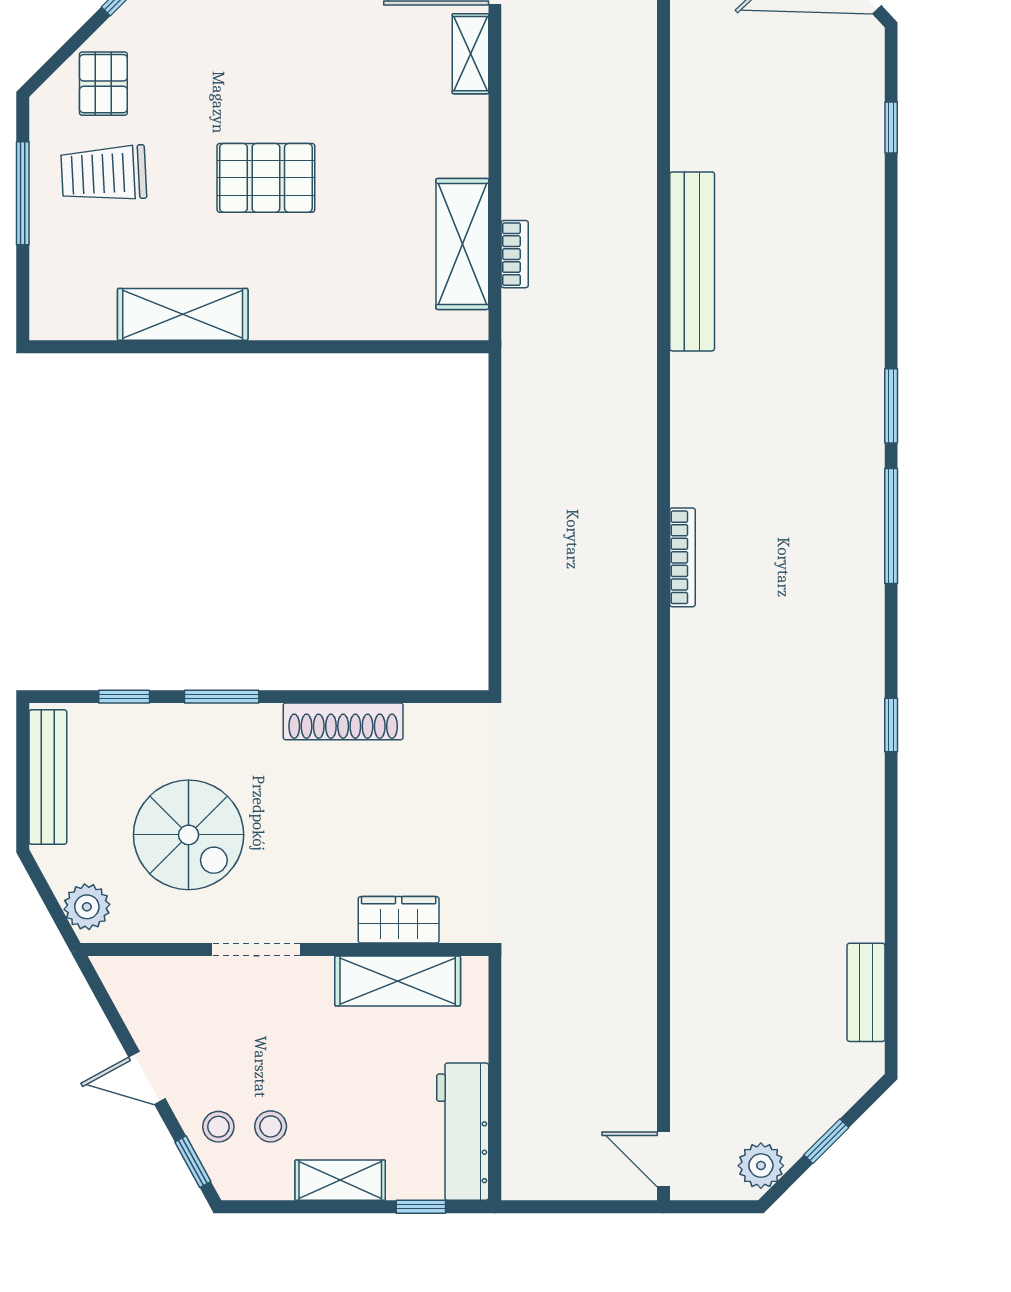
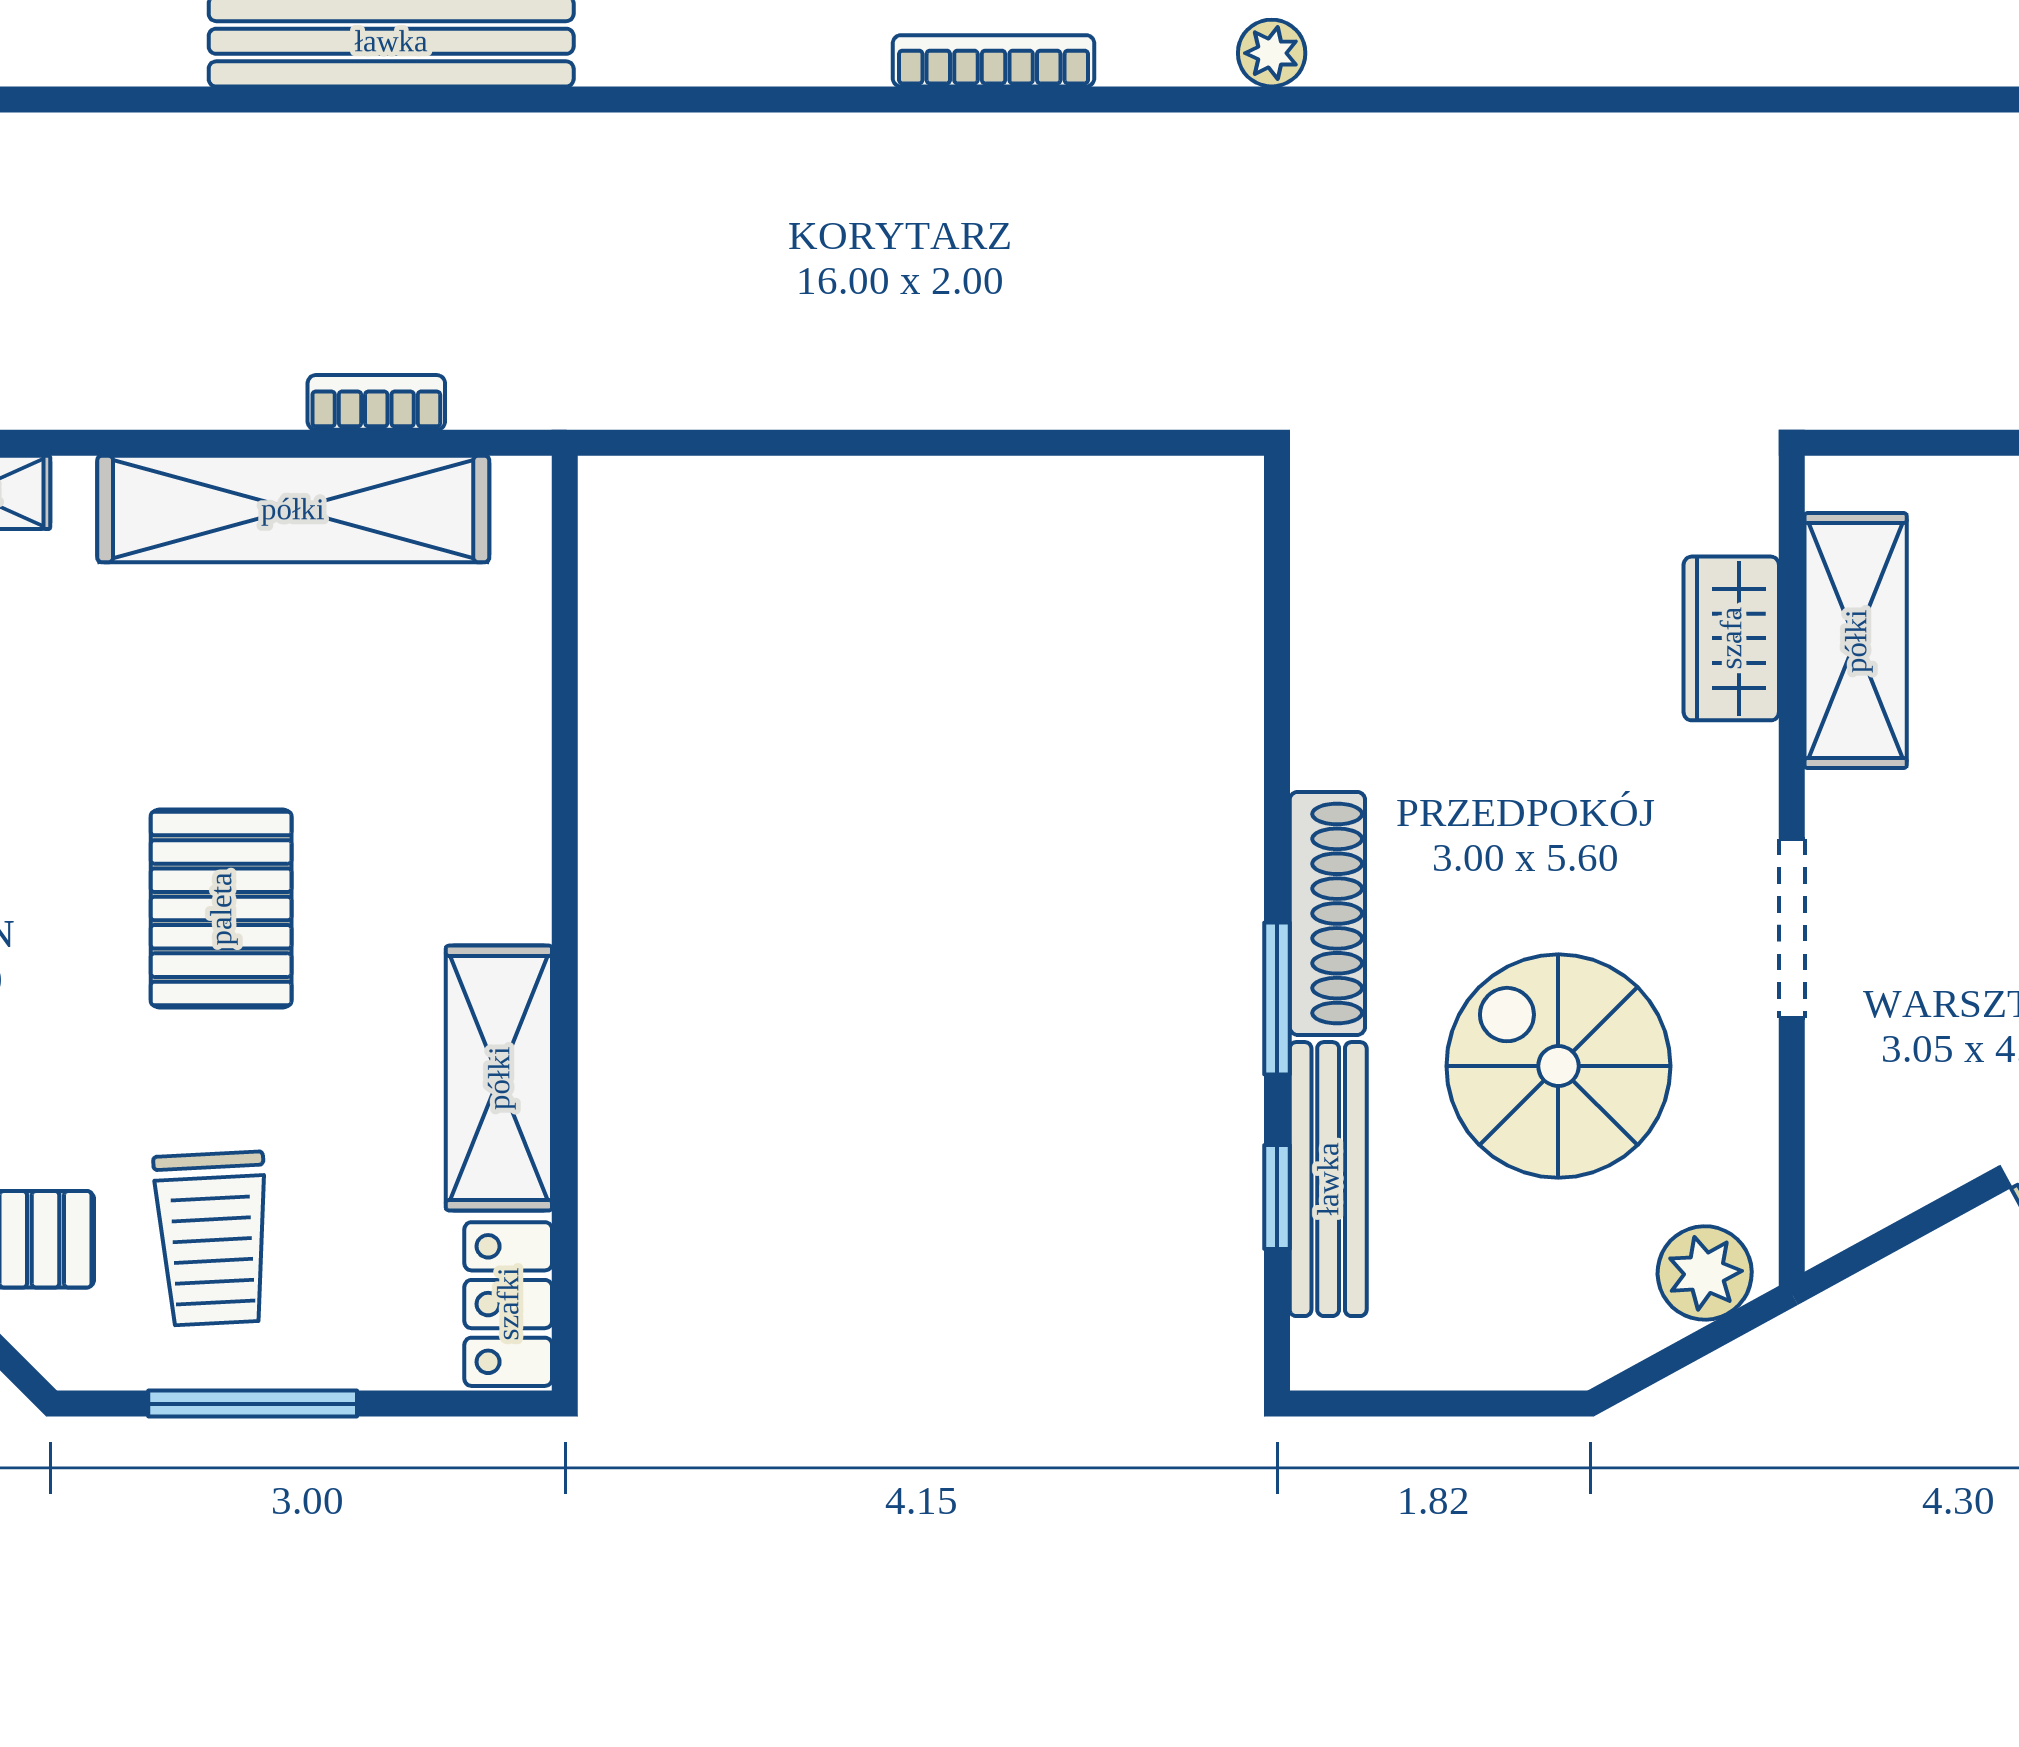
shelving: (462, 244) -> (293, 509), width x1.47
locker: (72, 319) -> (508, 1304), added
plant: (686, 694) -> (1272, 53), added
shoe rack: (343, 721) -> (1327, 913), moved
bench: (48, 777) -> (1328, 1179), moved, turned 90
spiral stairs: (189, 835) -> (1558, 1066), turned -90

